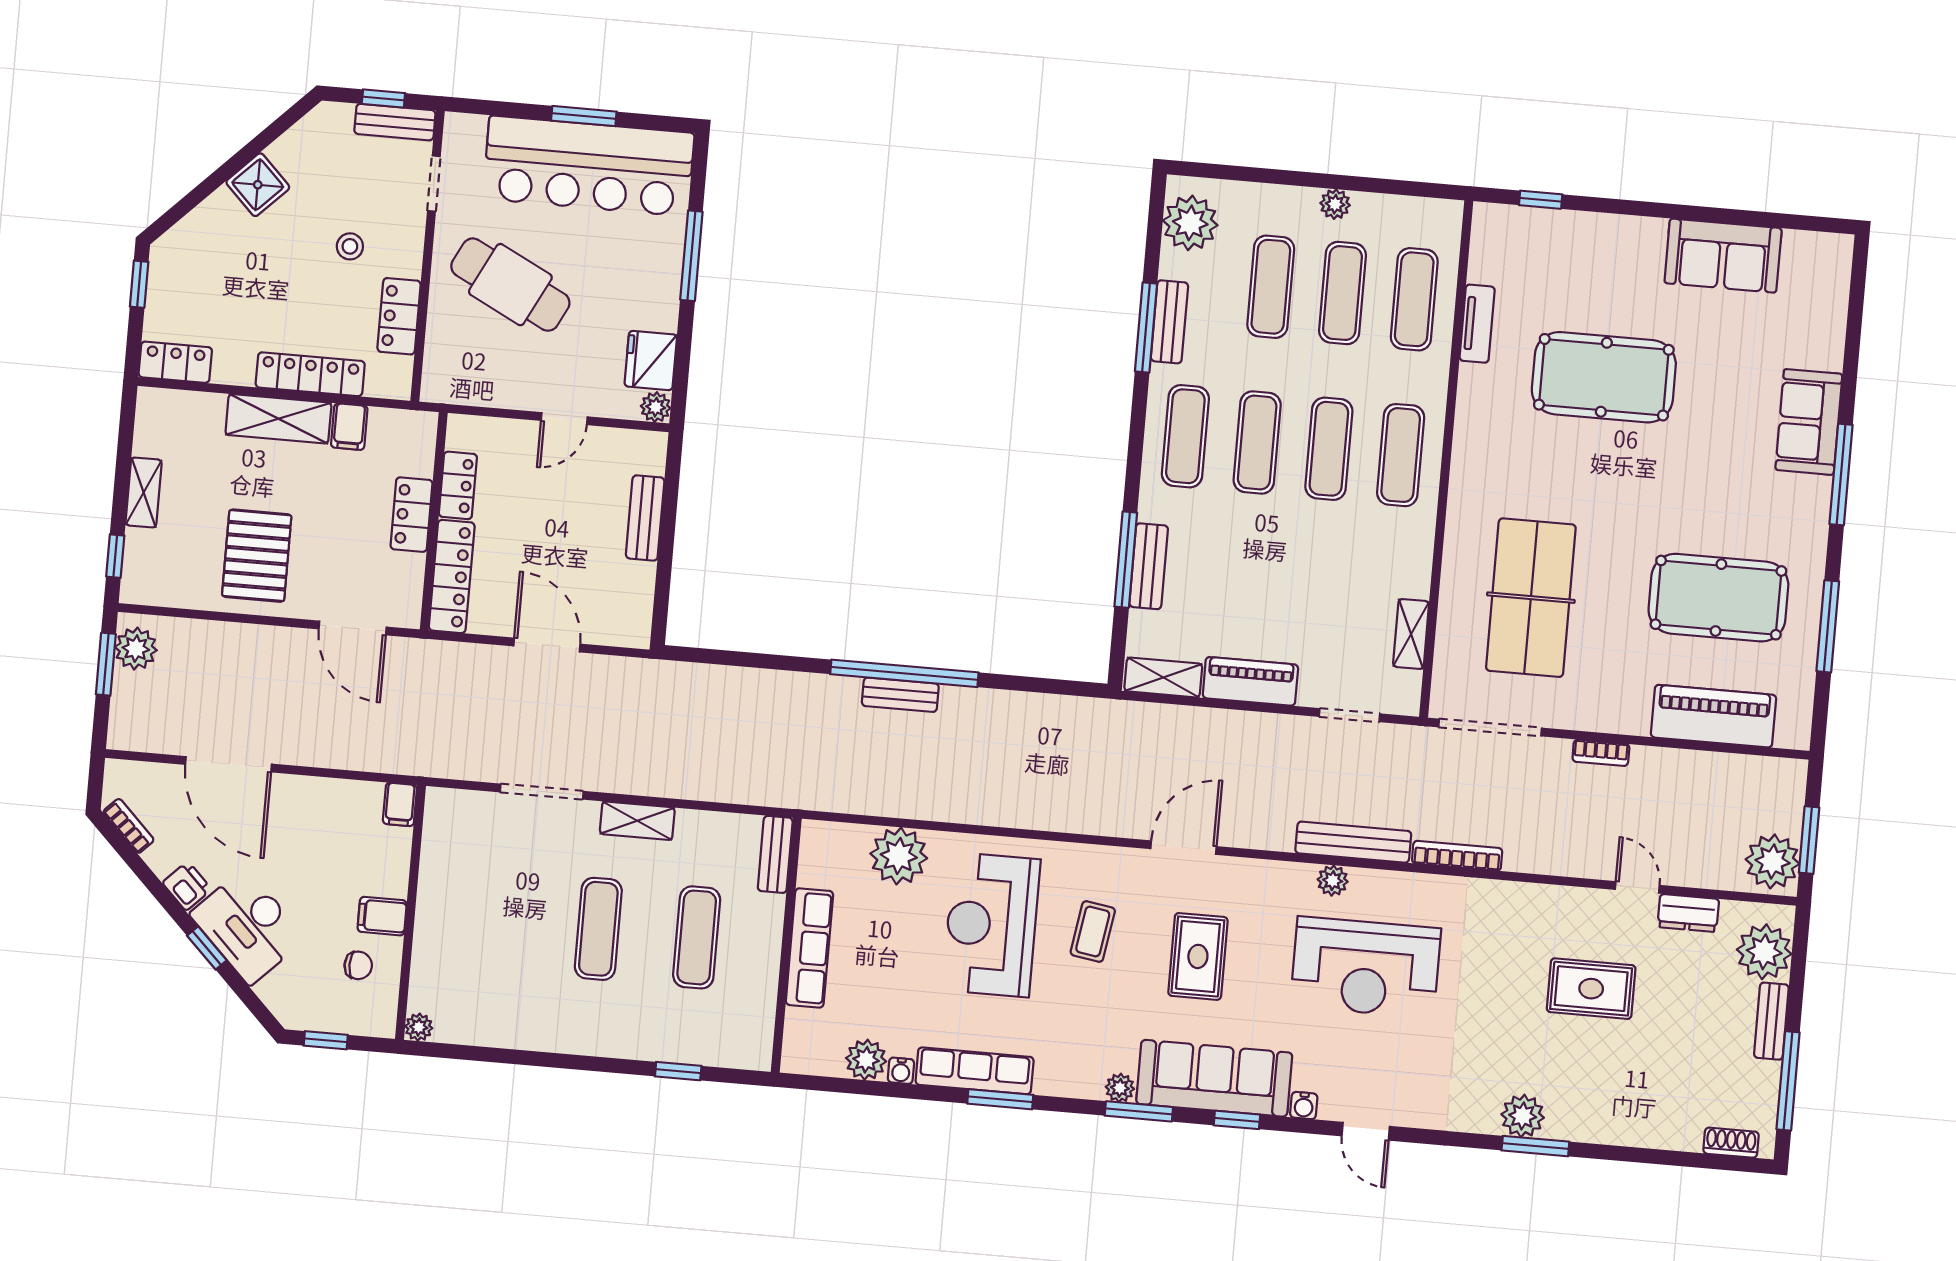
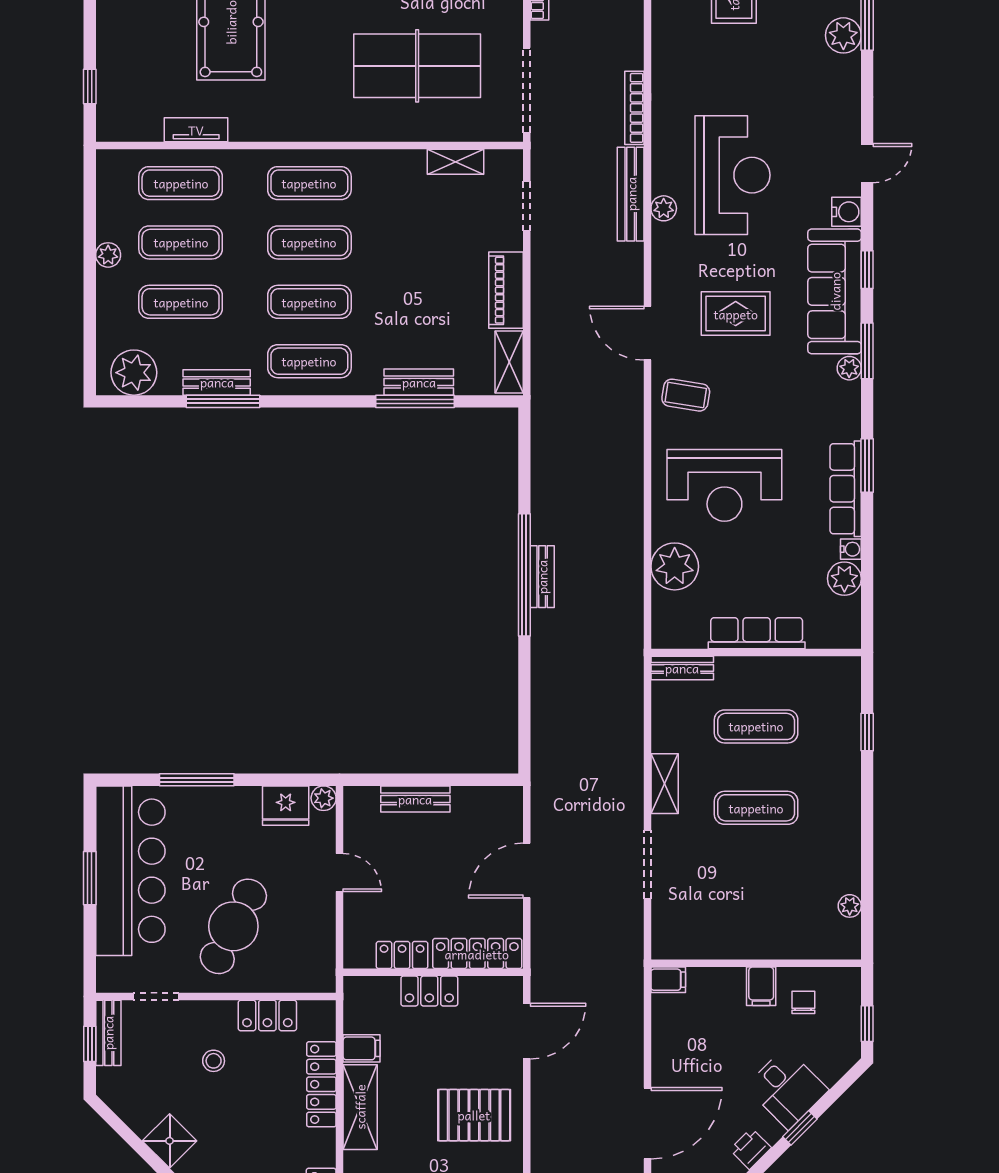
desk: (248, 926) -> (787, 1088), width x0.73
coffee table: (1093, 931) -> (686, 395), moved
plant: (419, 1027) -> (850, 906), moved
water cooler: (1304, 1106) -> (846, 212), width x1.38, depth x1.38

